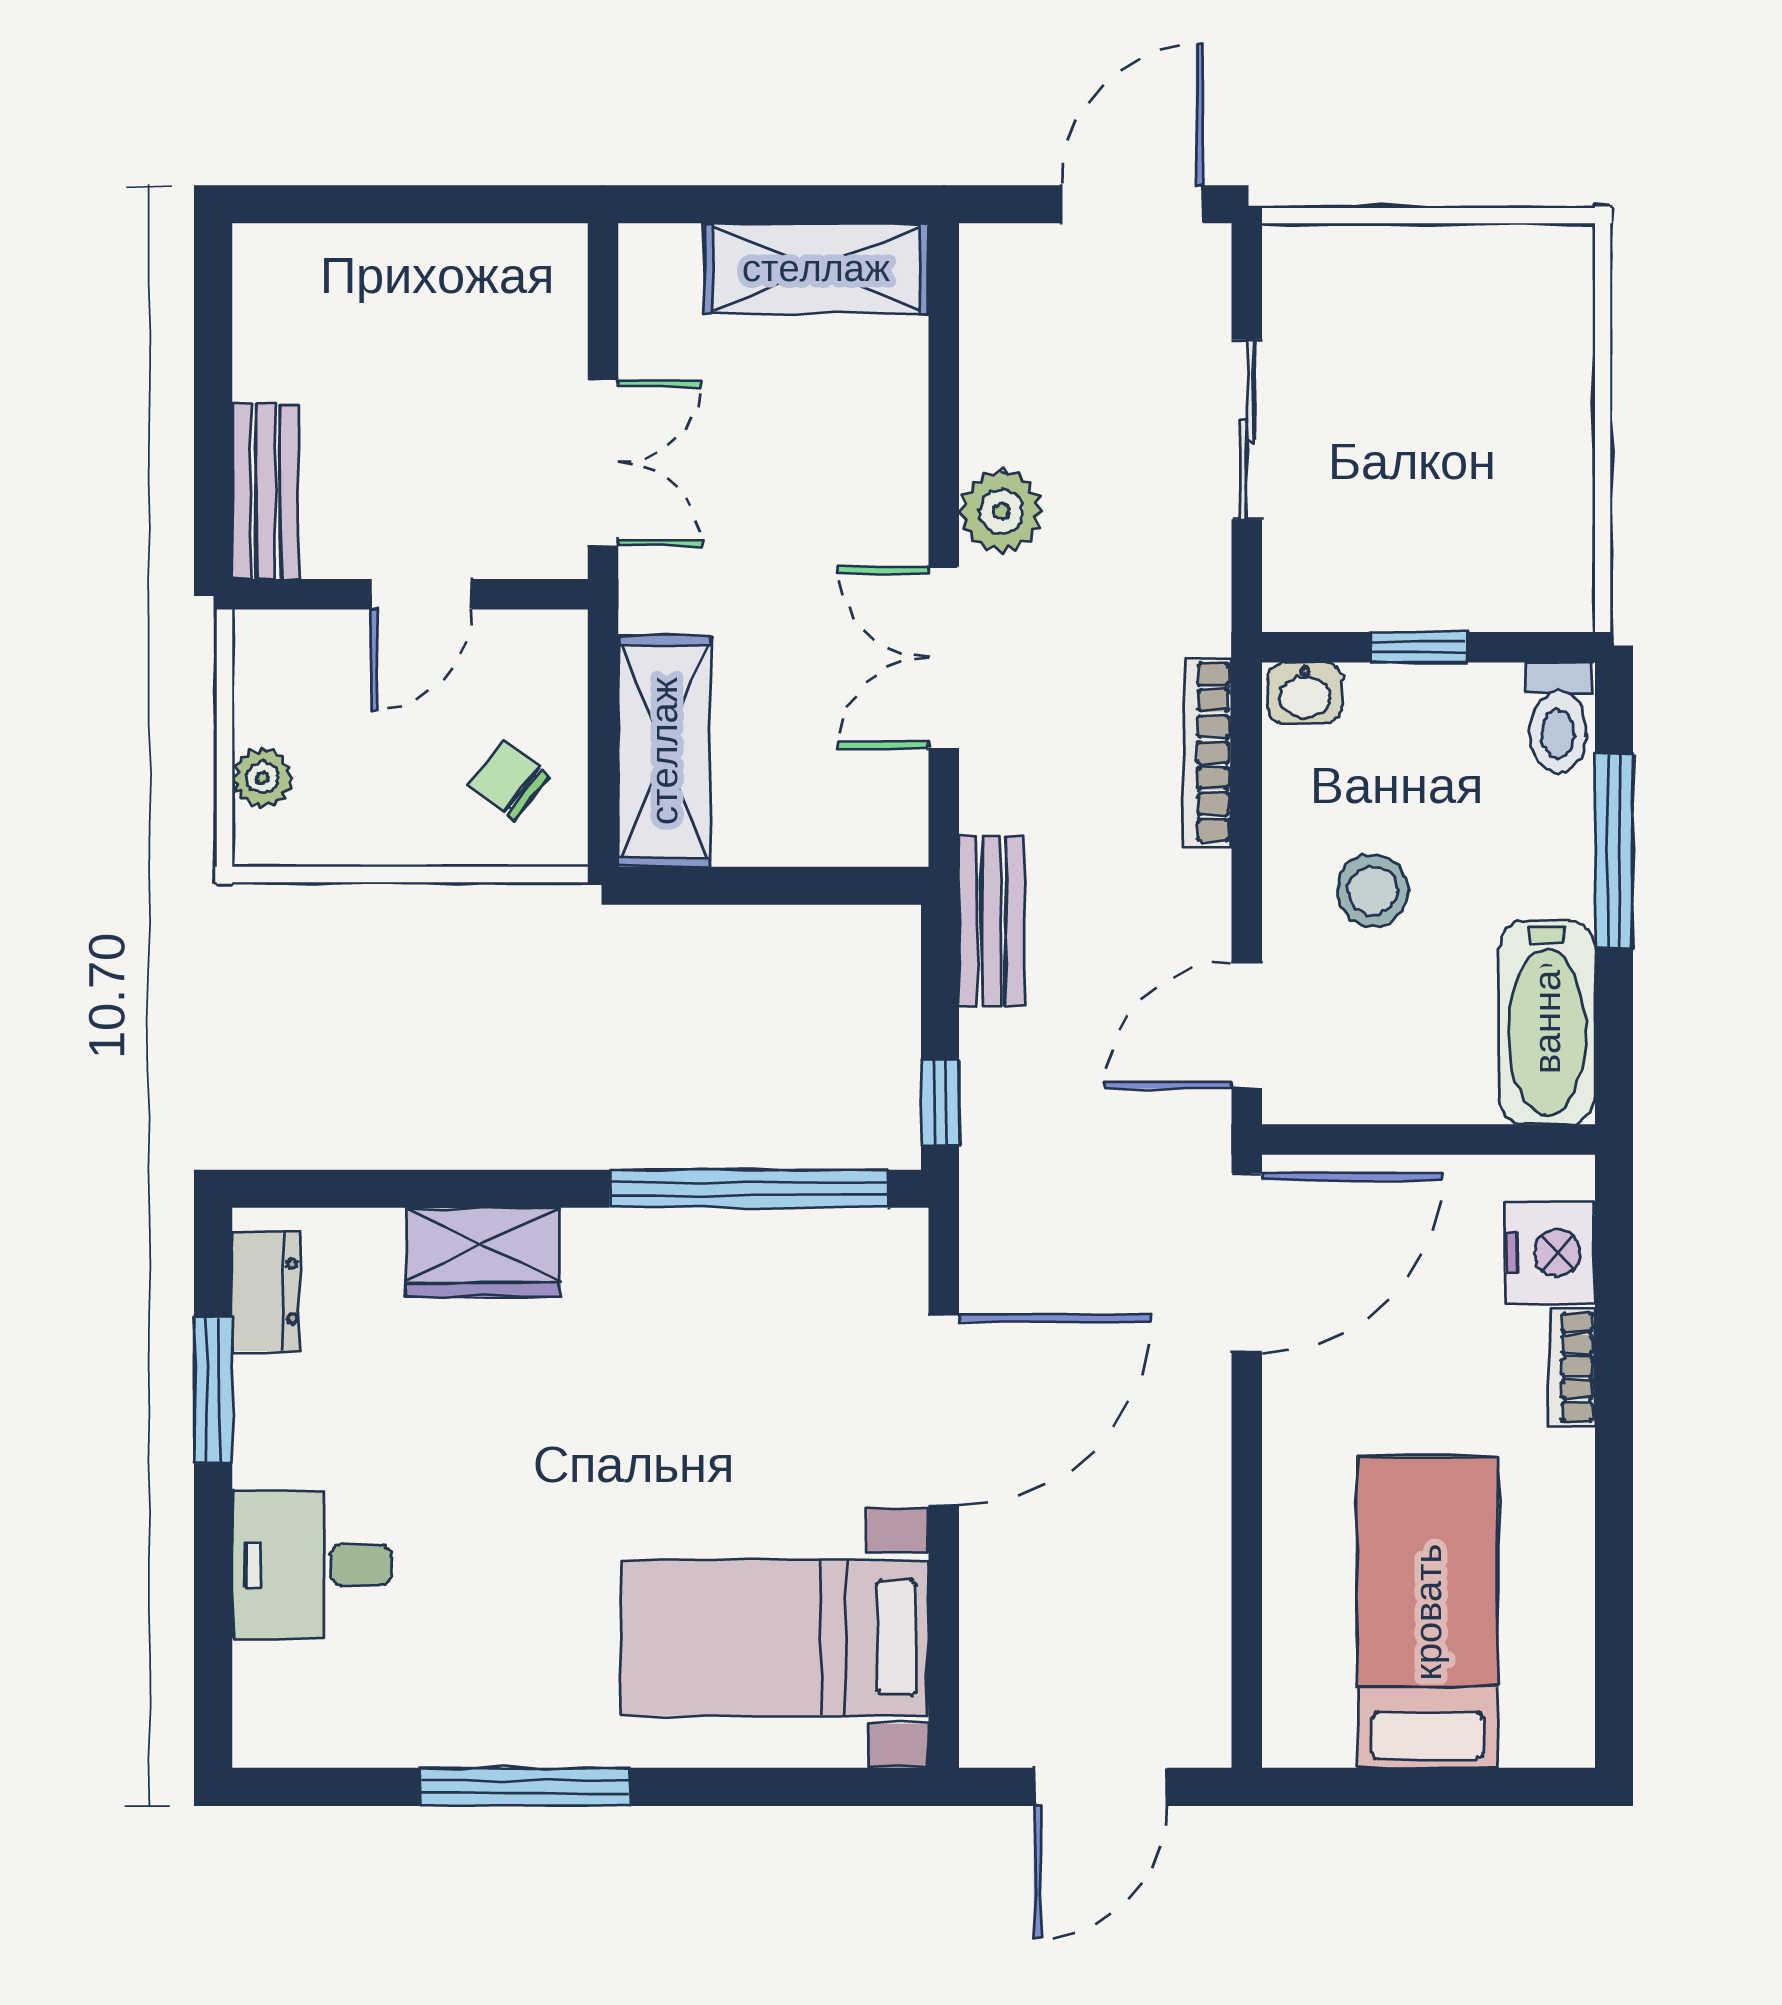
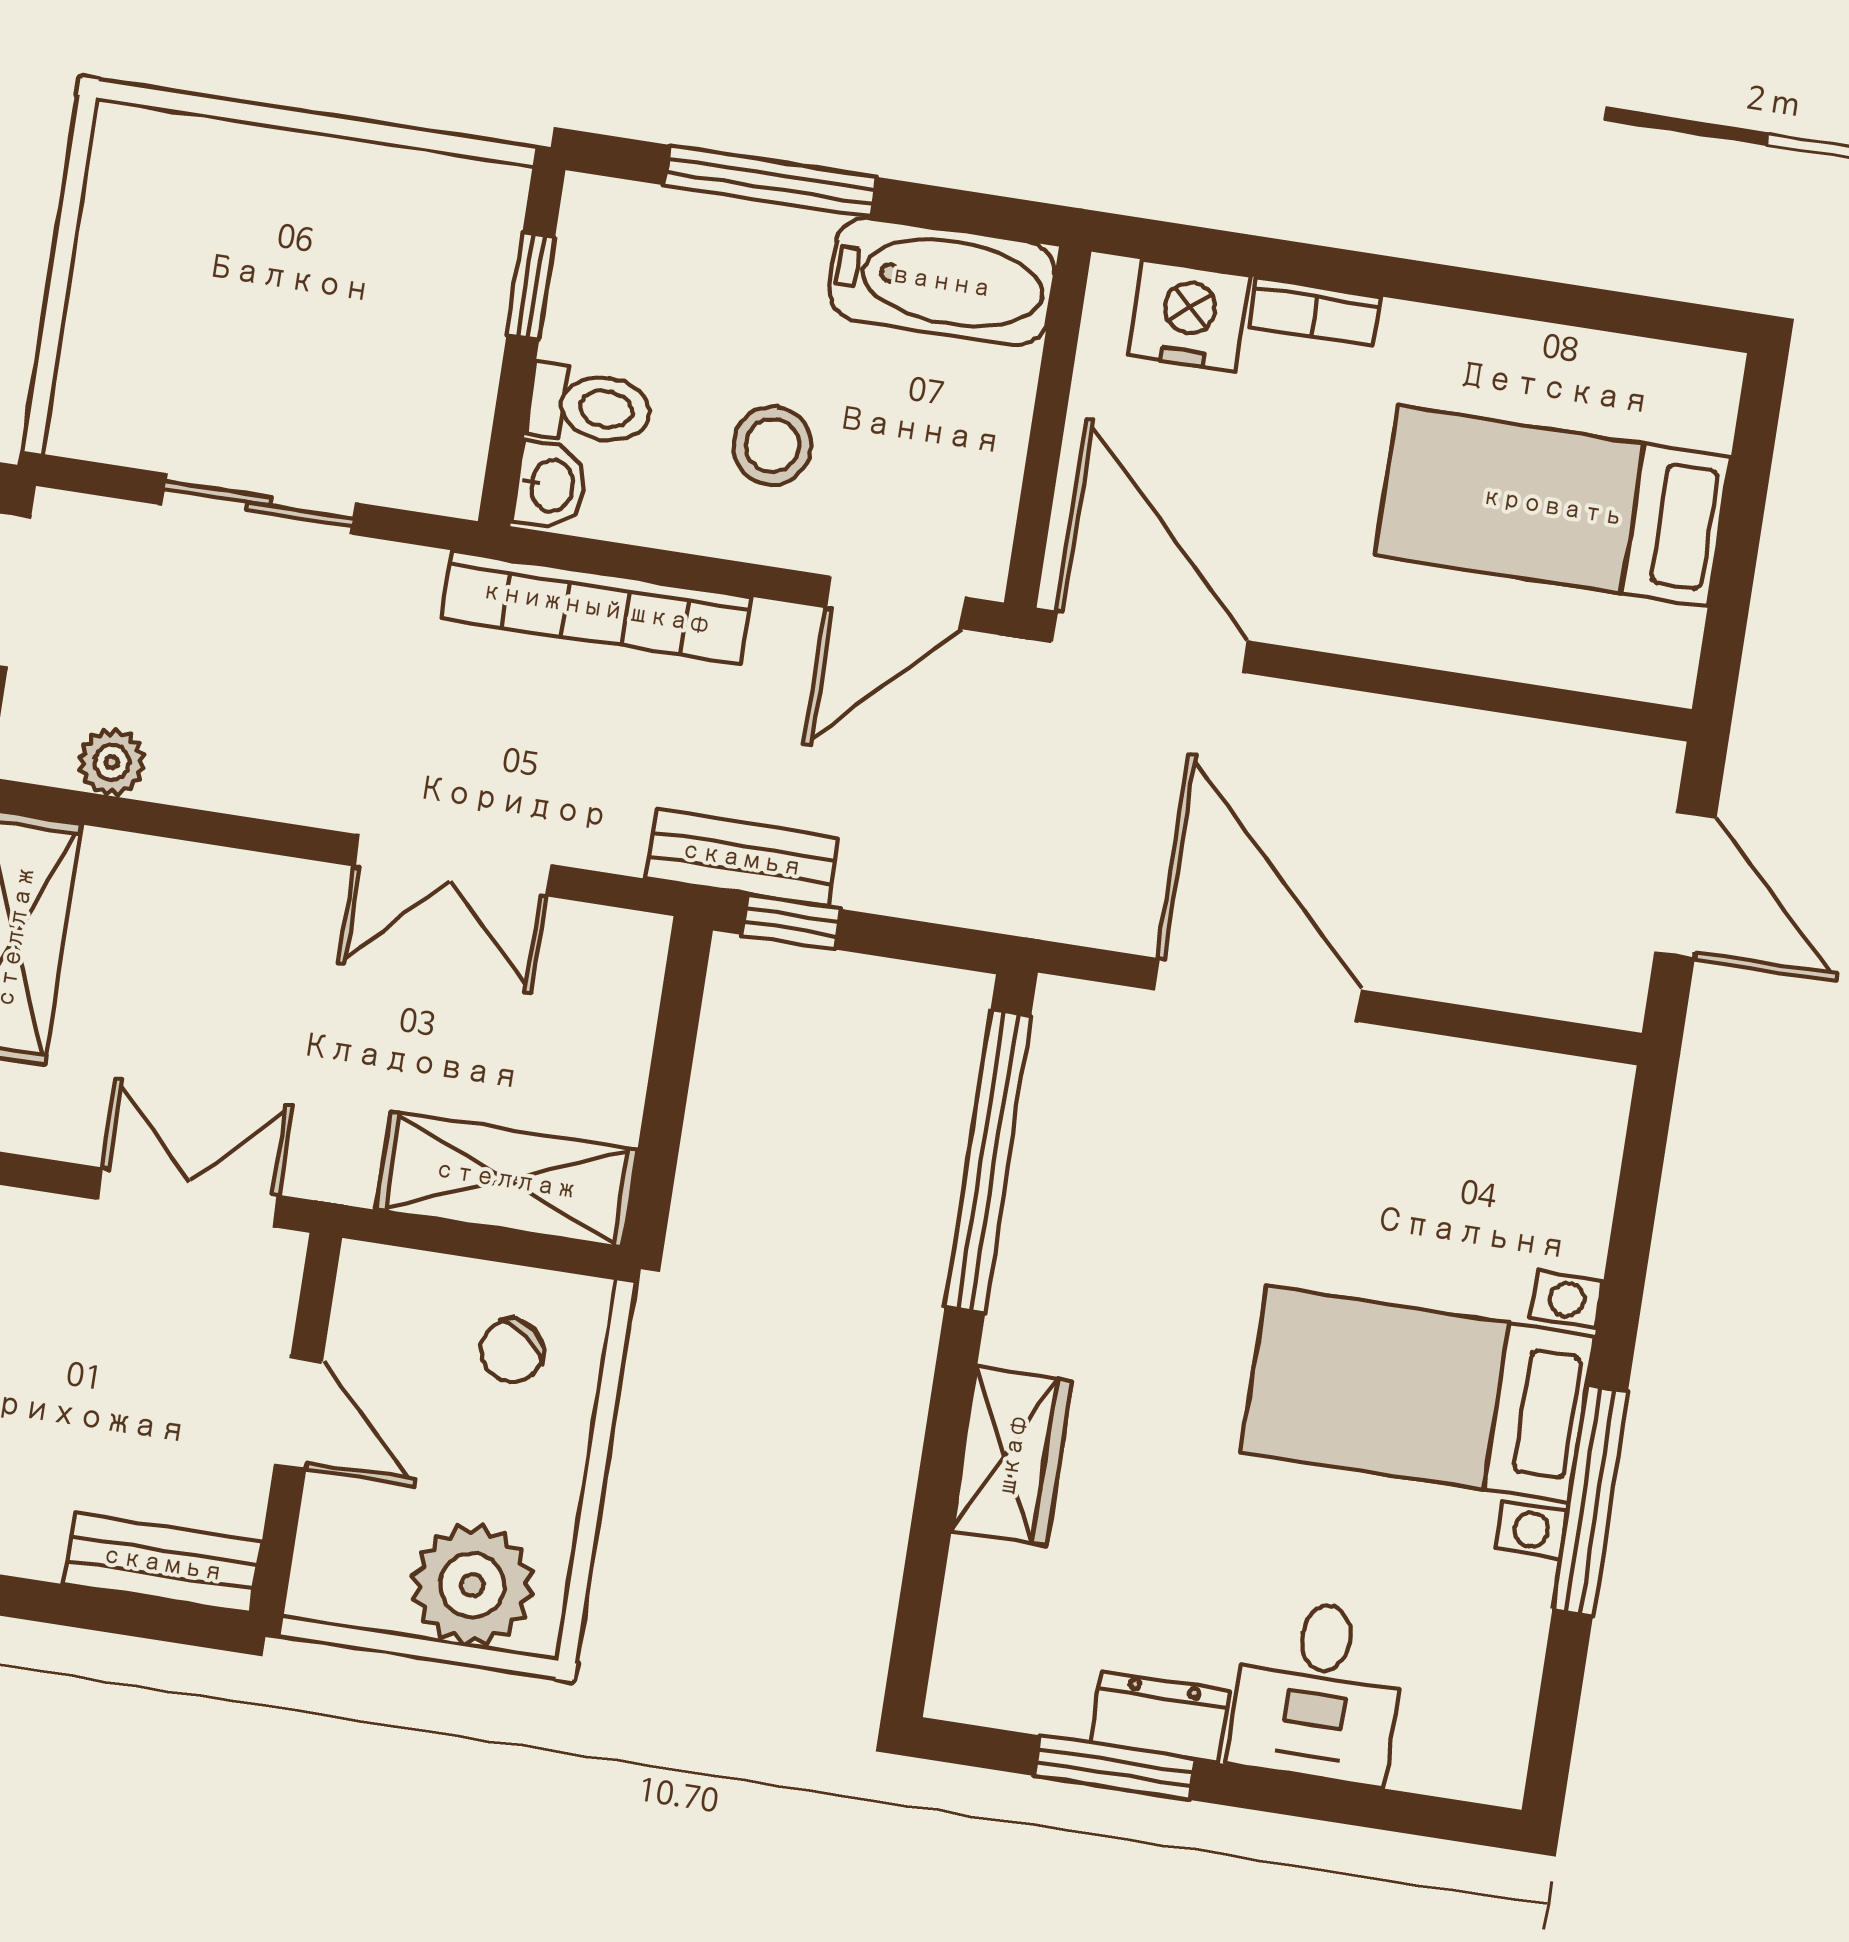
plant: (1001, 511) -> (112, 762), moved, width x0.73, depth x0.73
window: (1418, 647) -> (531, 287), moved
toilet: (1558, 718) -> (590, 407), moved
bookcase: (1207, 752) -> (596, 607), width x1.48, depth x1.31
plant: (262, 778) -> (472, 1585), width x1.87, depth x1.87
door: (1247, 1025) -> (895, 602), hinge flipped
window: (940, 1103) -> (791, 922), moved
dresser: (266, 1291) -> (1160, 1717), moved
bed with nightstands: (775, 1638) -> (1418, 1394), moved, turned 90

